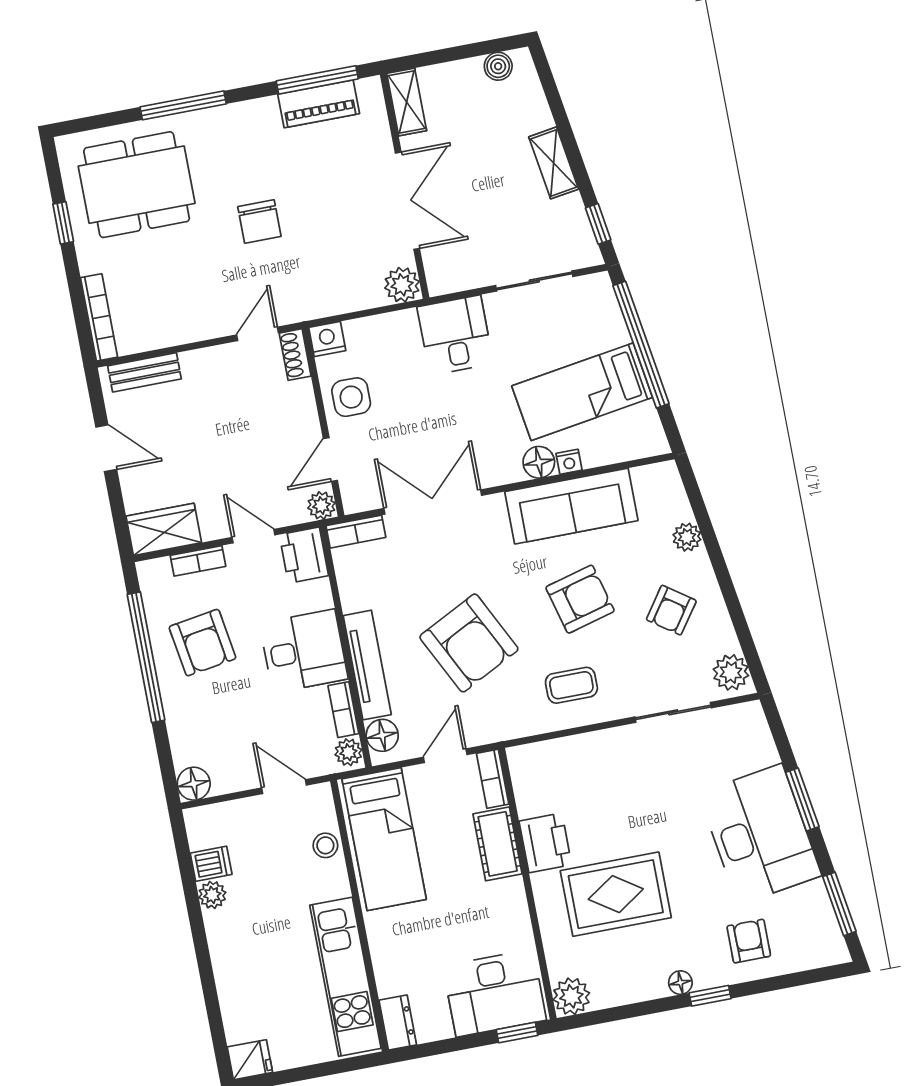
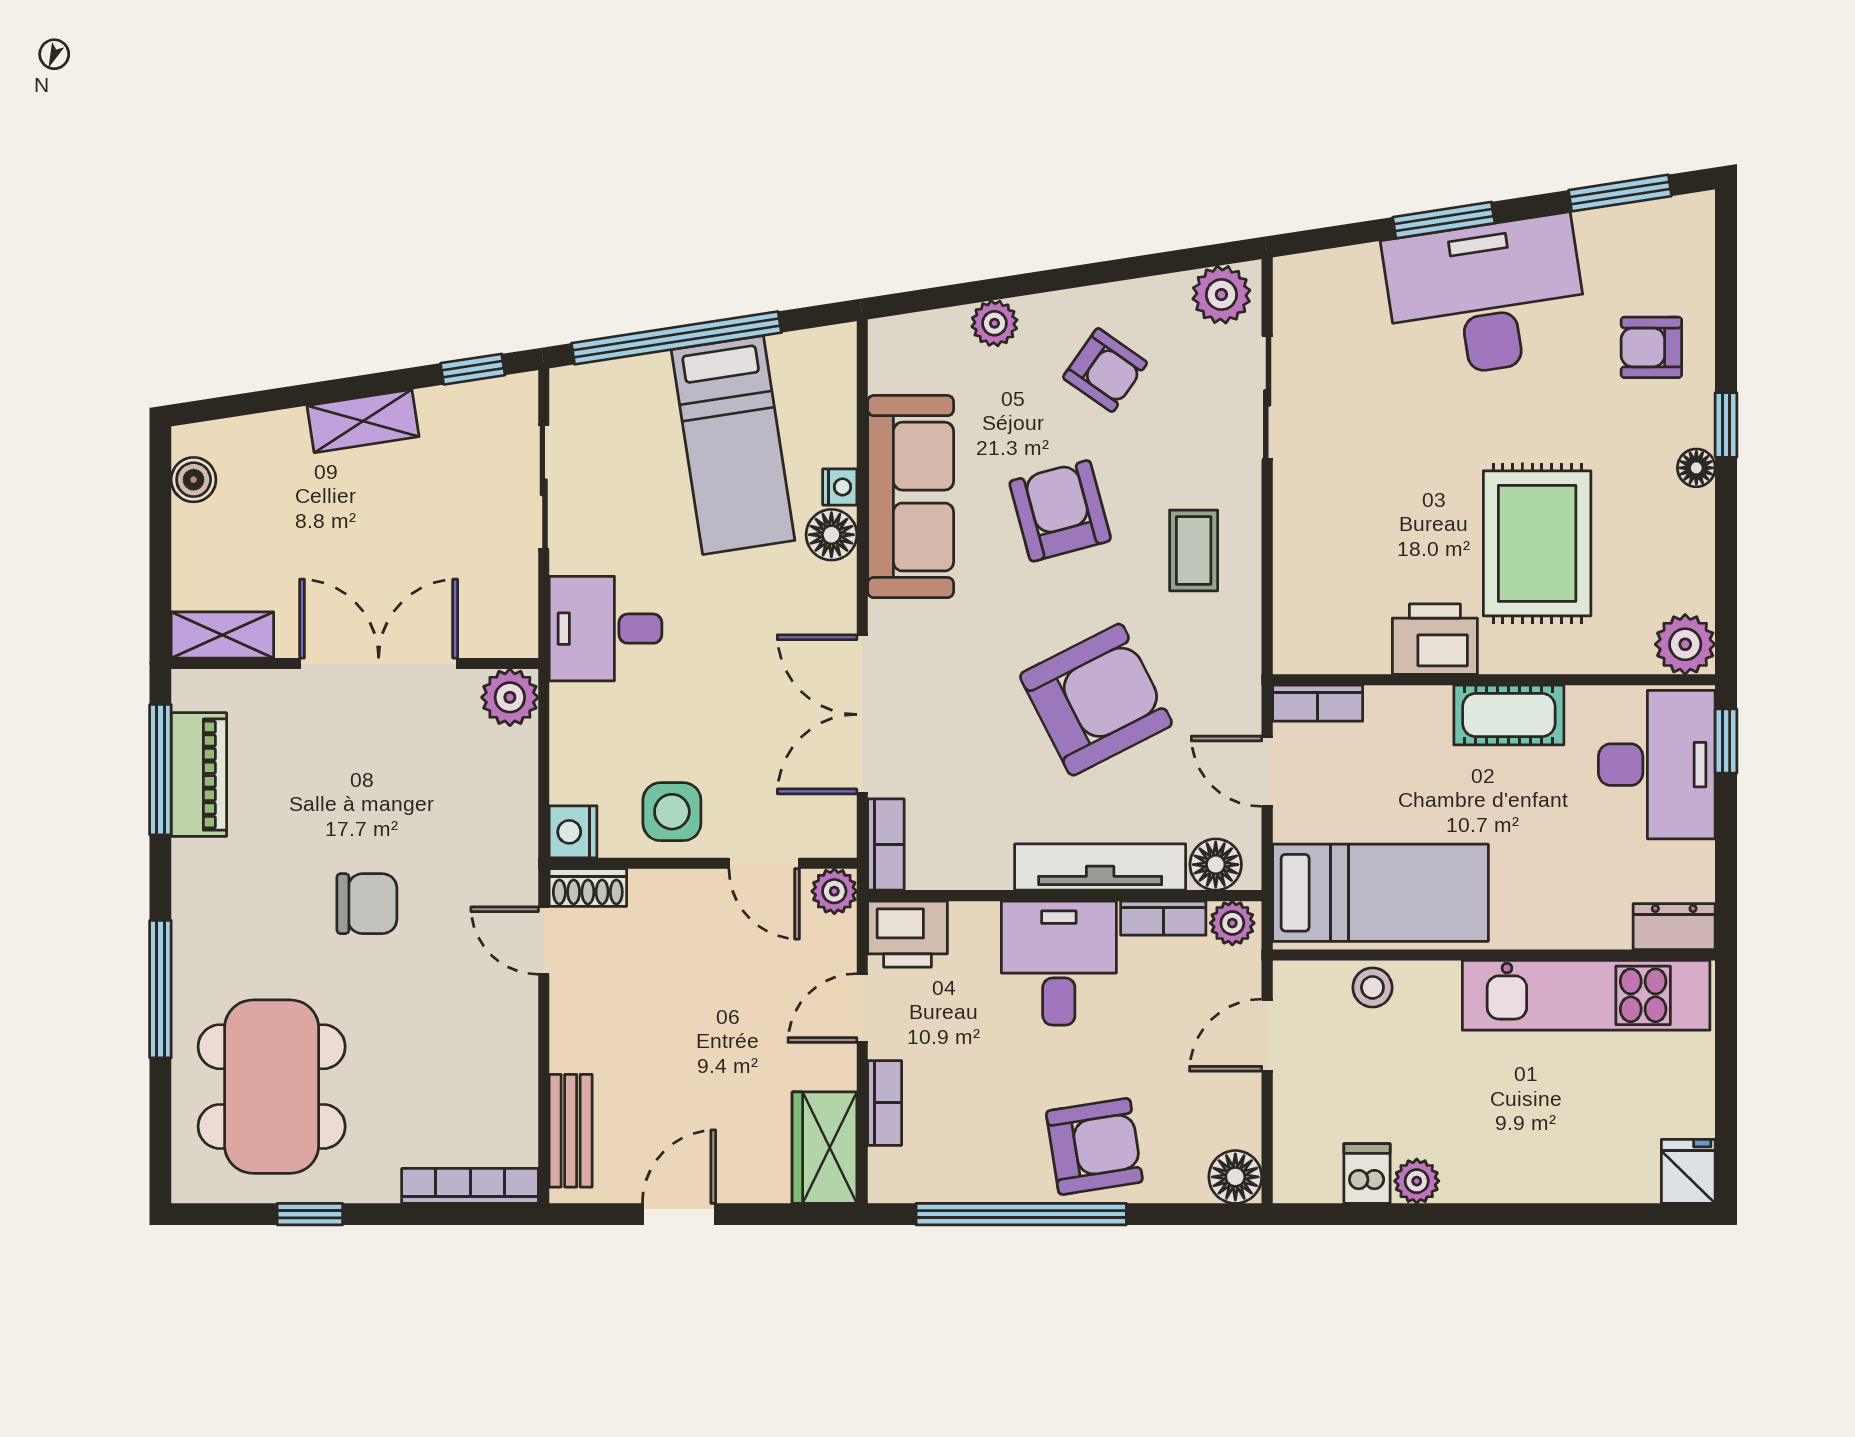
armchair: (203, 643) -> (1094, 1146), moved
cot: (498, 844) -> (1509, 715), moved

